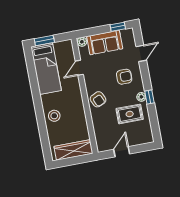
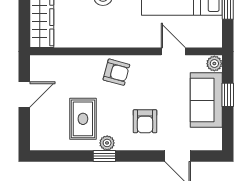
window: (118, 27) -> (228, 95), moved
armchair: (98, 99) -> (116, 72), turned -141
door: (122, 152) -> (24, 94), hinge flipped

